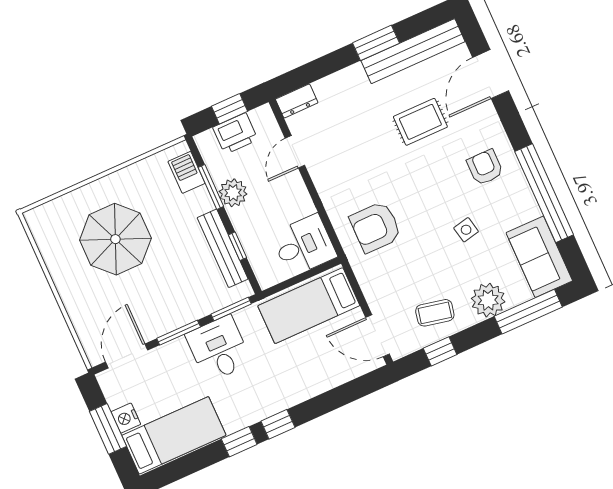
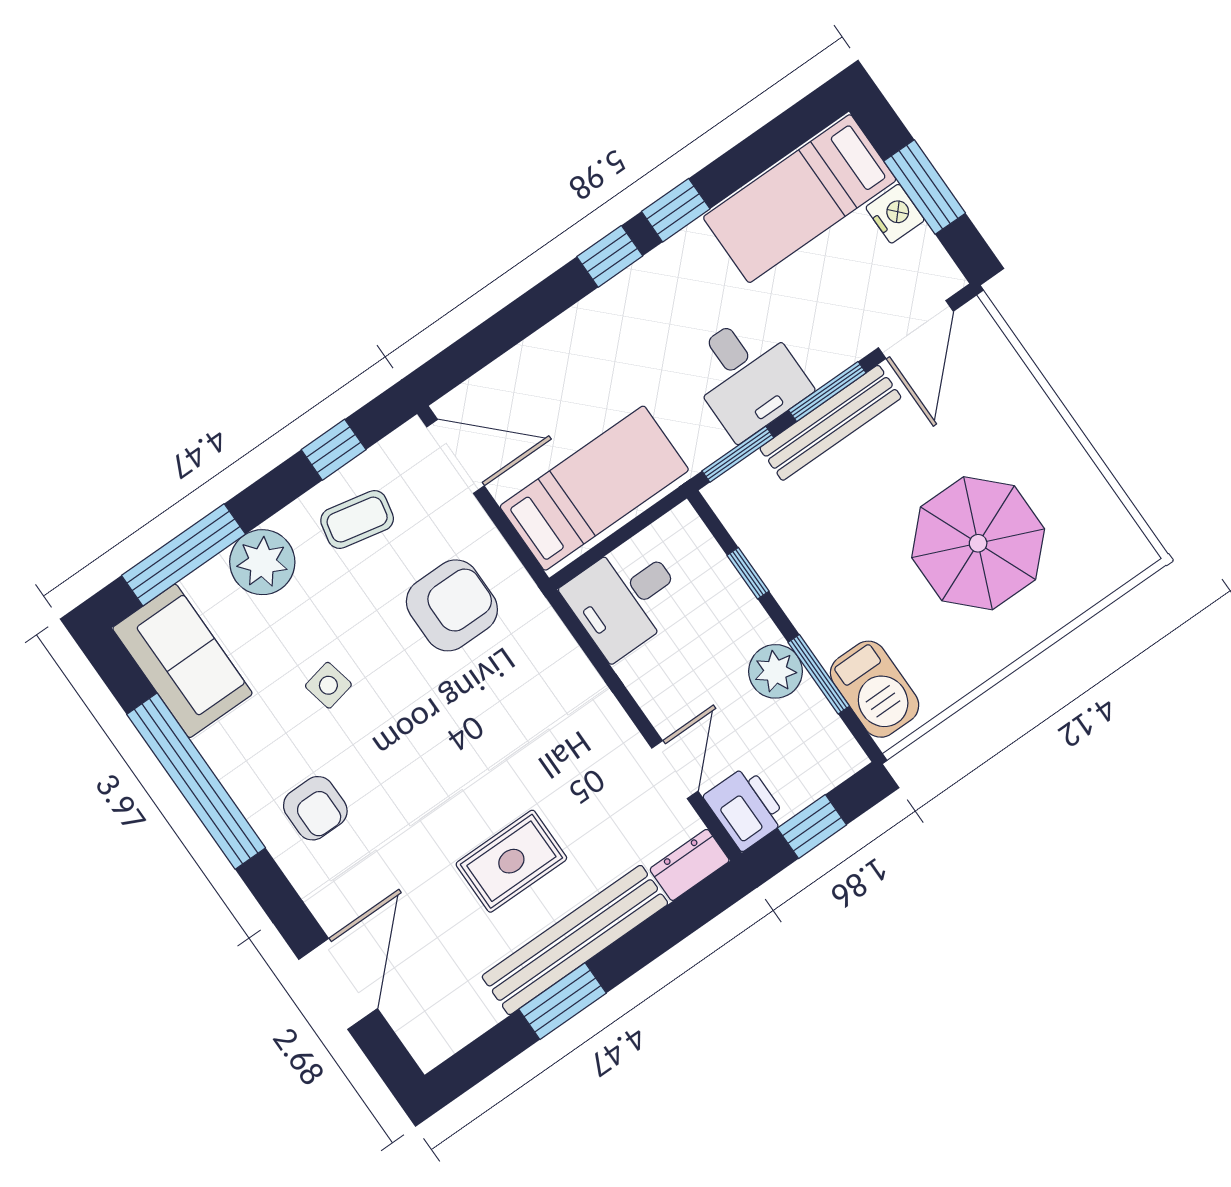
bench: (413, 51) -> (575, 940), moved
rug: (420, 122) -> (511, 861), moved
printer: (235, 134) -> (745, 808), moved, turned 90
barbecue: (187, 172) -> (875, 689), width x1.38, depth x1.27
armchair: (375, 227) -> (452, 605), moved
bench: (223, 248) -> (830, 423), moved, turned 90

